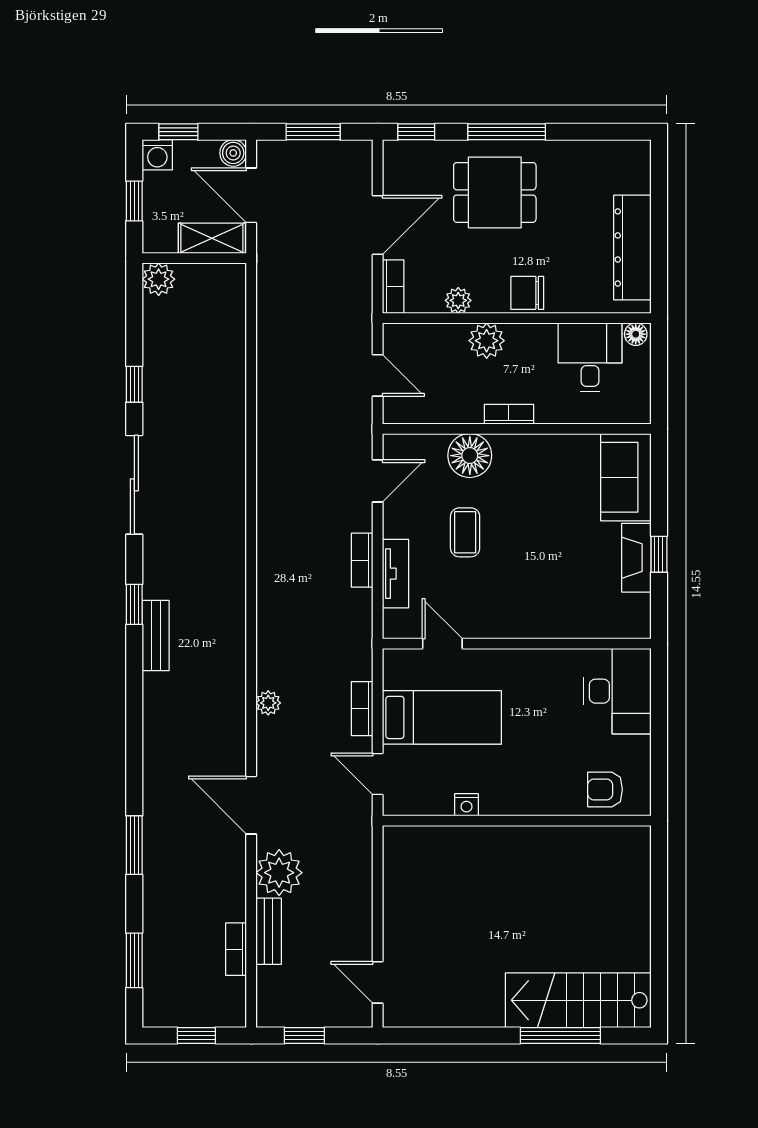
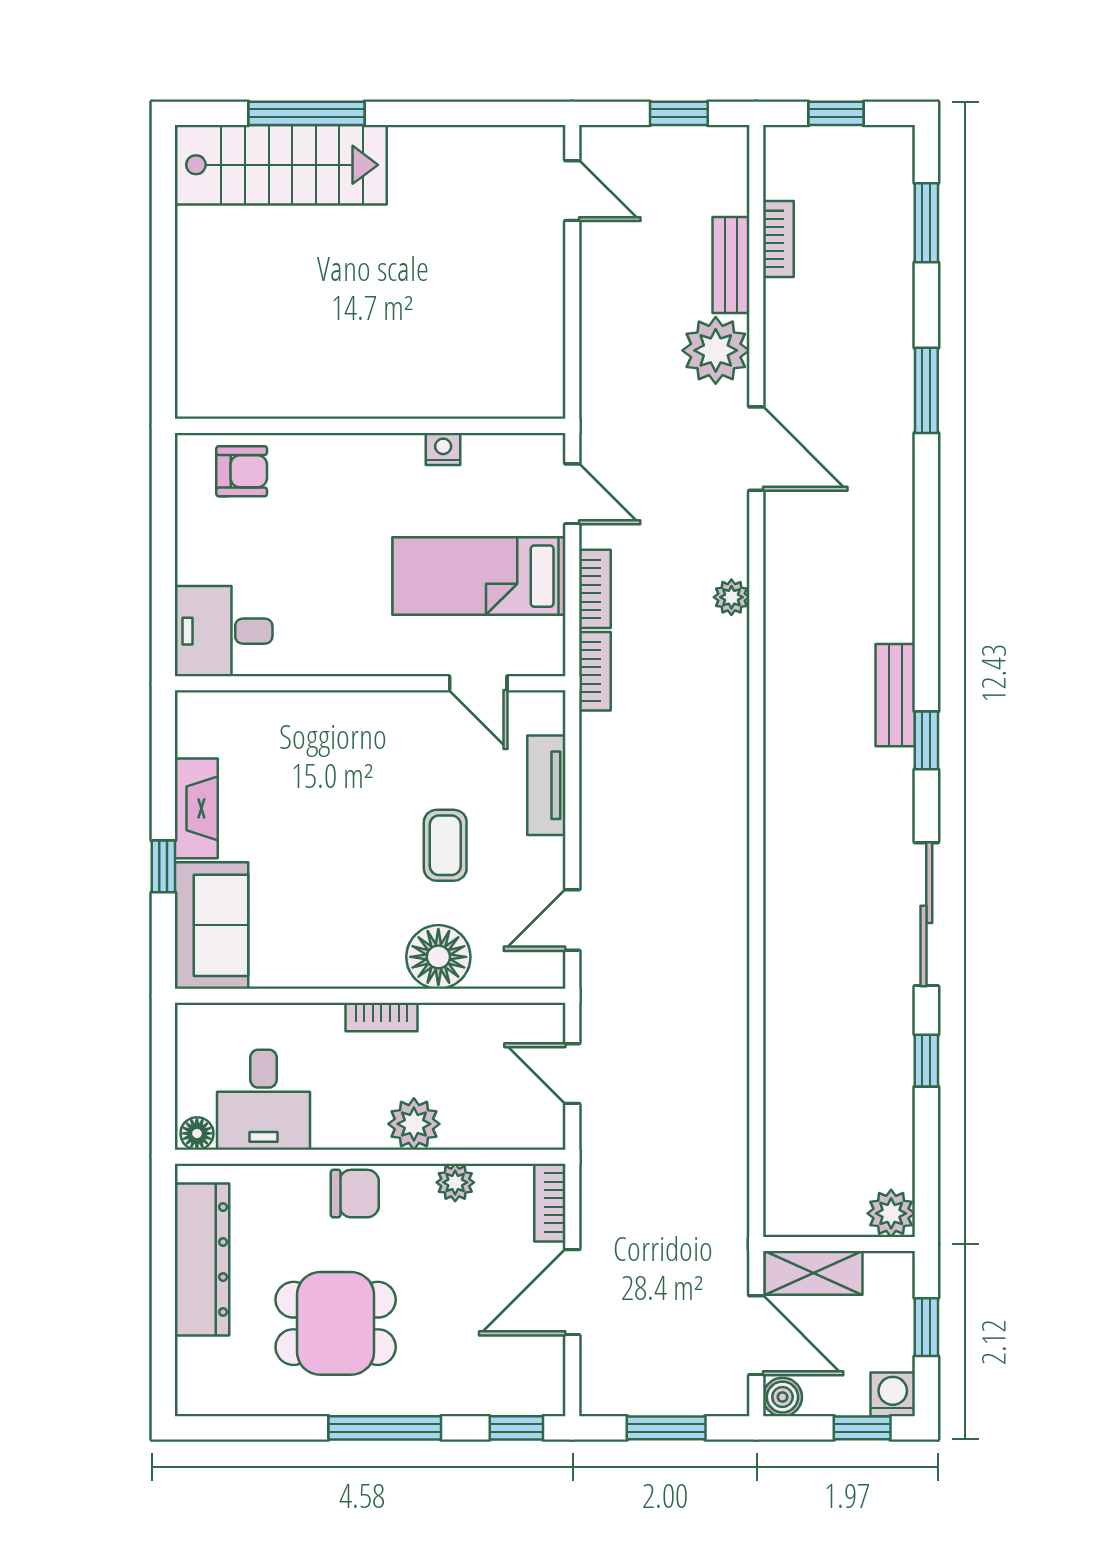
dining table: (495, 192) -> (336, 1323), moved
window: (659, 554) -> (163, 866), moved
bookcase: (362, 560) -> (595, 671), moved
desk: (617, 691) -> (224, 631), width x0.73

